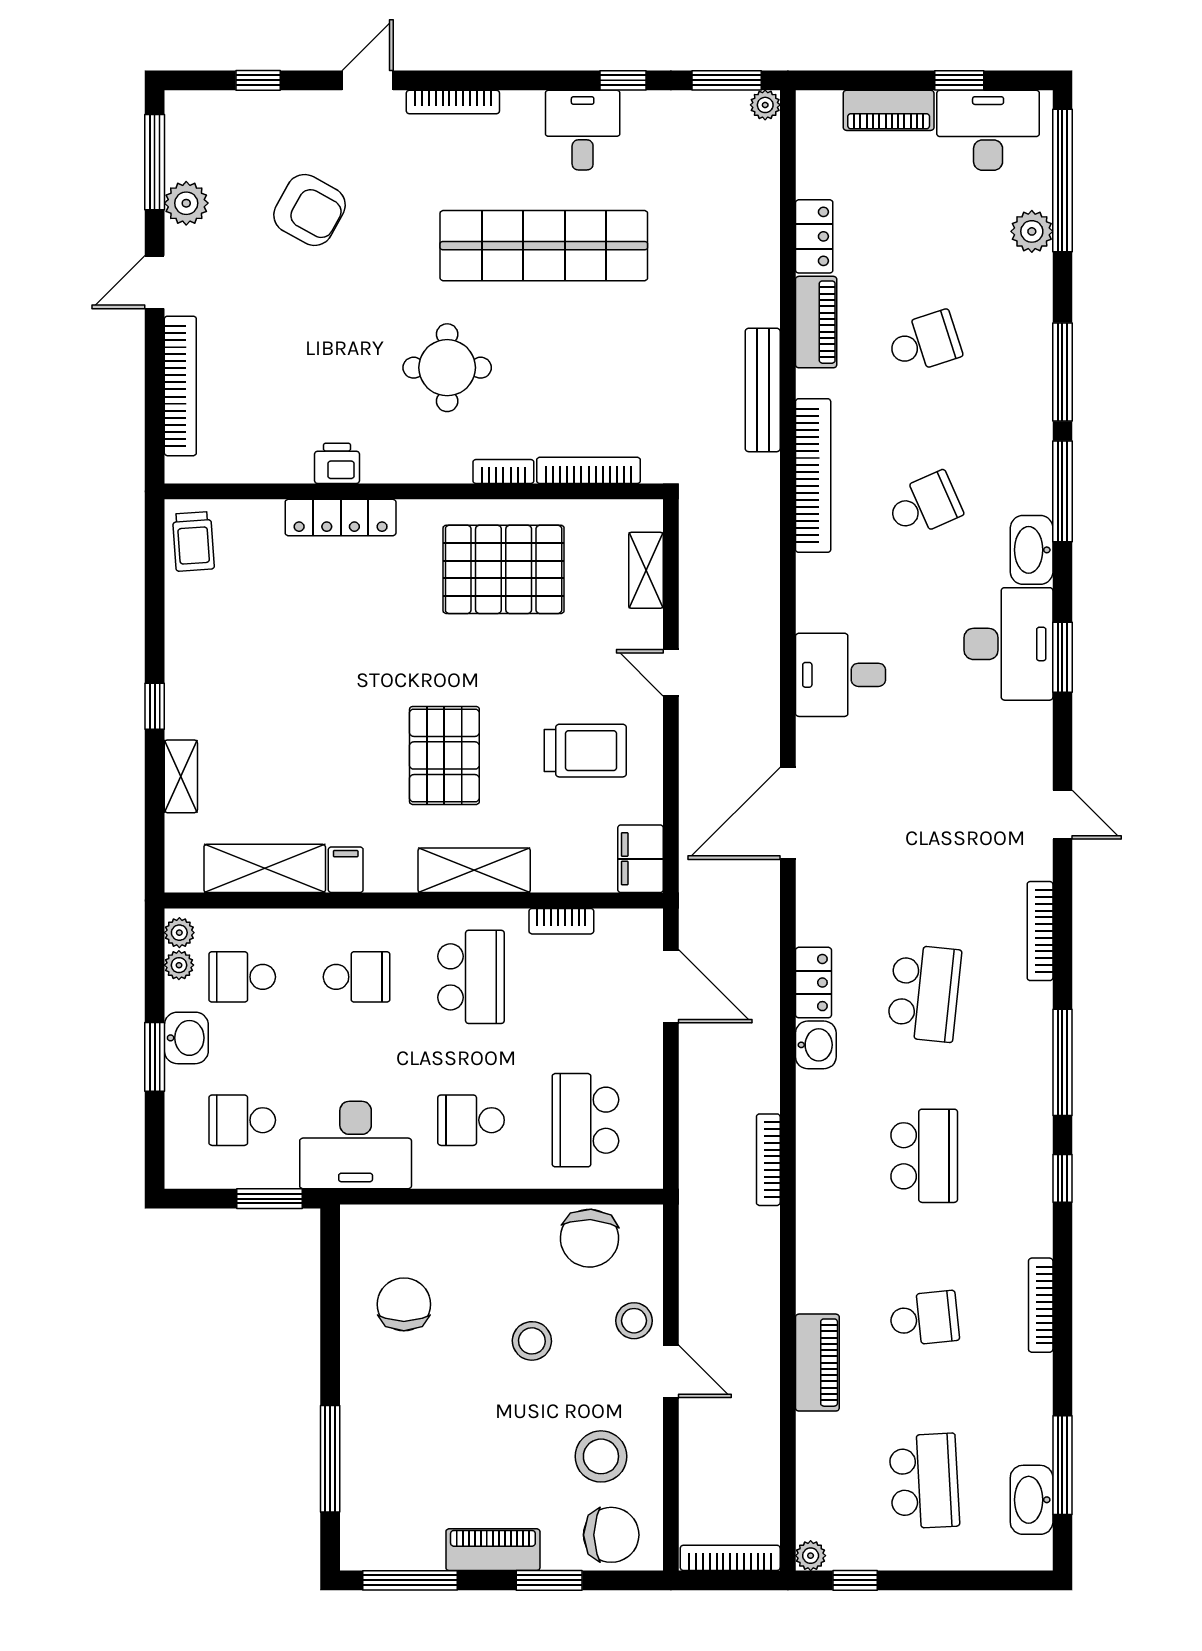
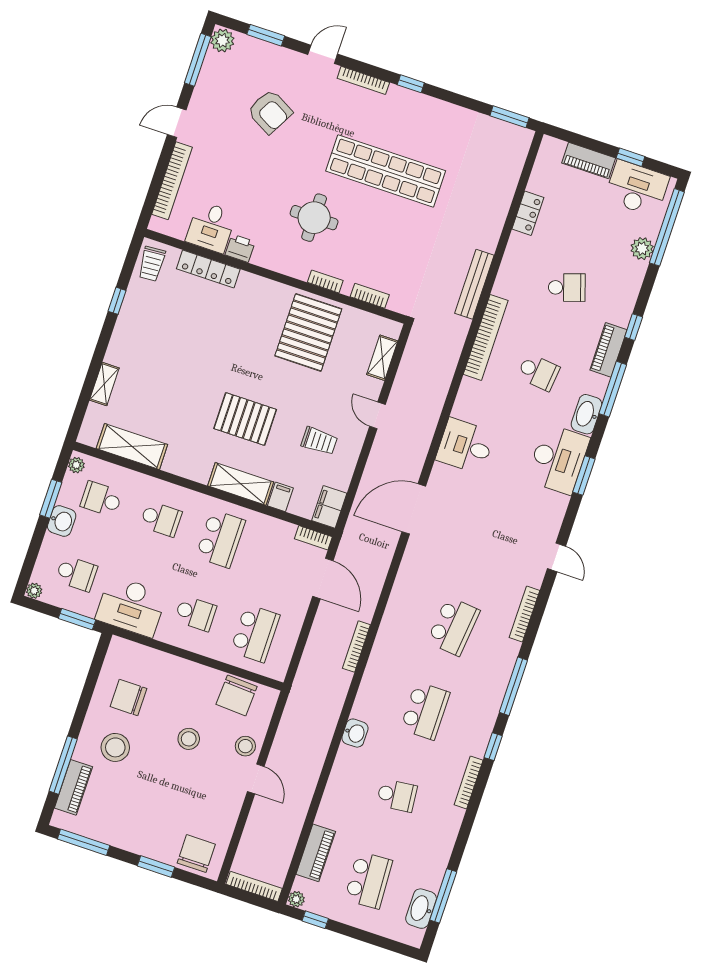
window: (258, 80) -> (266, 35), width x1.50
window: (623, 80) -> (411, 84), moved
plant: (765, 105) -> (525, 136), removed
desk: (583, 130) -> (211, 227), moved, turned 180
plant: (186, 203) -> (222, 40), moved
piano: (816, 322) -> (608, 350), moved, turned 180
window: (1062, 372) -> (634, 327), width x0.46
bookcase: (589, 470) -> (370, 296), width x0.64
school desk: (924, 505) -> (538, 372), turned 30
locker: (341, 517) -> (208, 269), moved
pallet: (504, 569) -> (308, 332), turned 90
window: (155, 706) -> (117, 301), moved
trolley: (585, 751) -> (319, 441), width x0.73, depth x0.72
pallet: (444, 755) -> (245, 419), turned 90
filing cabinet: (346, 870) -> (280, 497), moved
bookcase: (561, 921) -> (313, 538), moved
plant: (179, 965) -> (34, 591), moved
locker: (813, 983) -> (398, 601), removed
washbasin: (816, 1045) -> (355, 733), moved
window: (155, 1057) -> (51, 499), moved
school desk: (242, 1120) -> (76, 574), turned 180
school desk: (471, 1120) -> (195, 613), turned 180
school desk: (585, 1120) -> (255, 633), turned 180
bookcase: (768, 1160) -> (356, 647), moved
chair: (404, 1304) -> (128, 698), turned -90
bookcase: (1041, 1305) -> (469, 782), moved
piano: (817, 1363) -> (316, 853), moved
stool: (601, 1456) -> (115, 747), moved
chair: (611, 1535) -> (196, 854), turned -90
piano: (493, 1550) -> (73, 787), moved, turned 90

